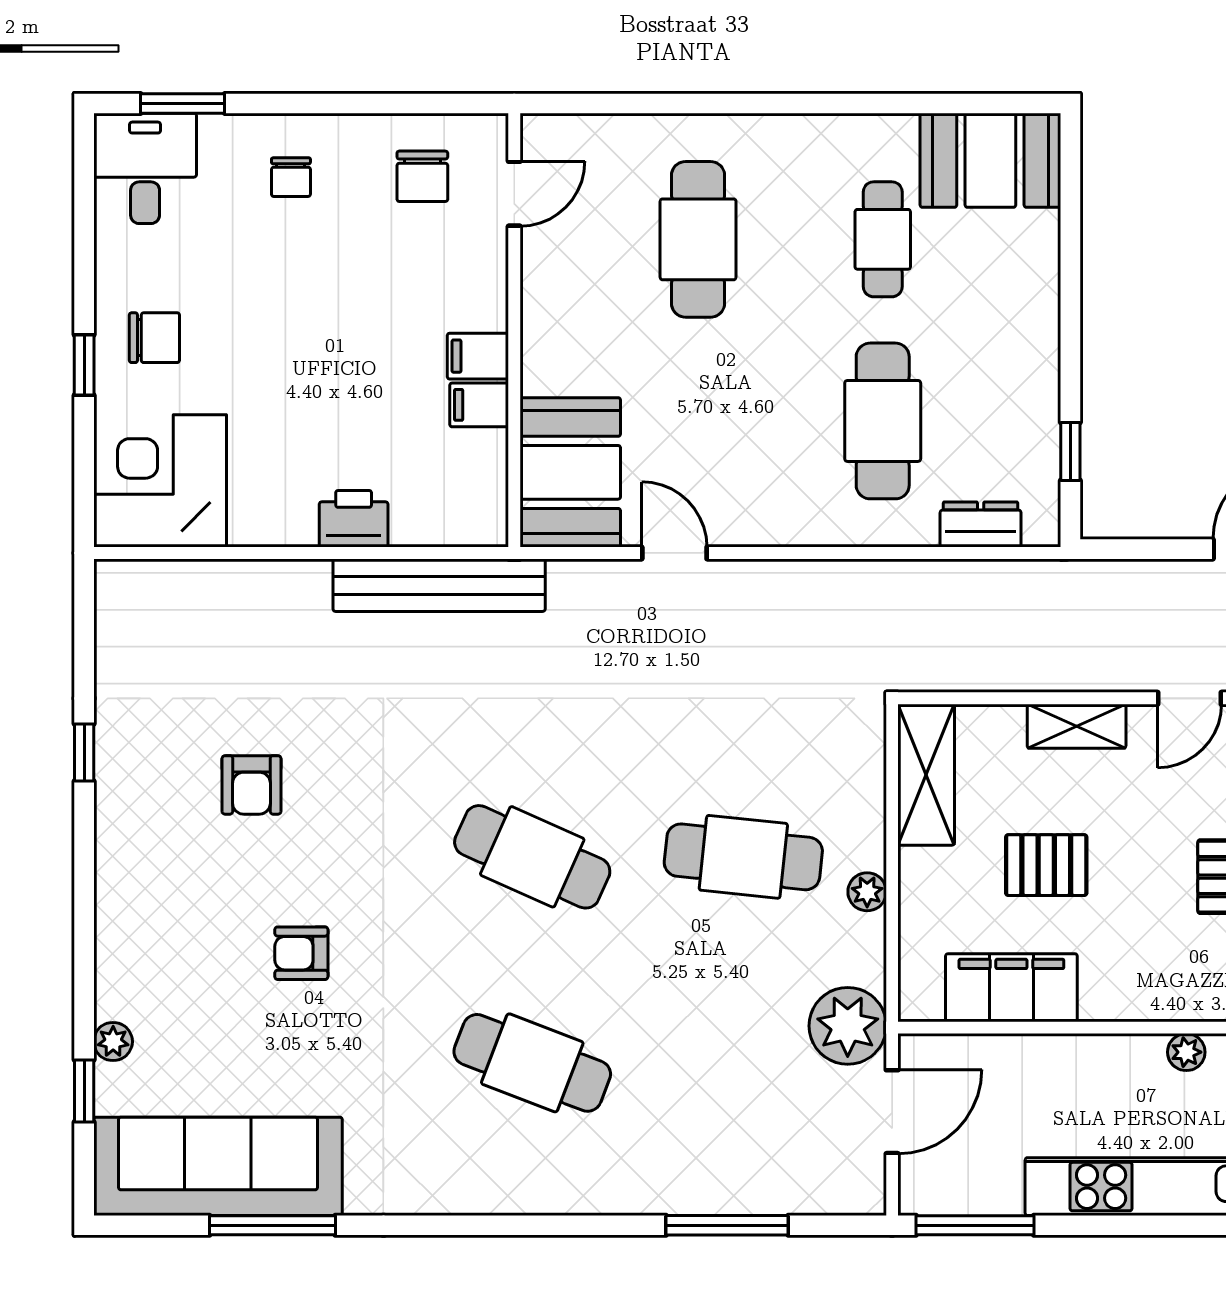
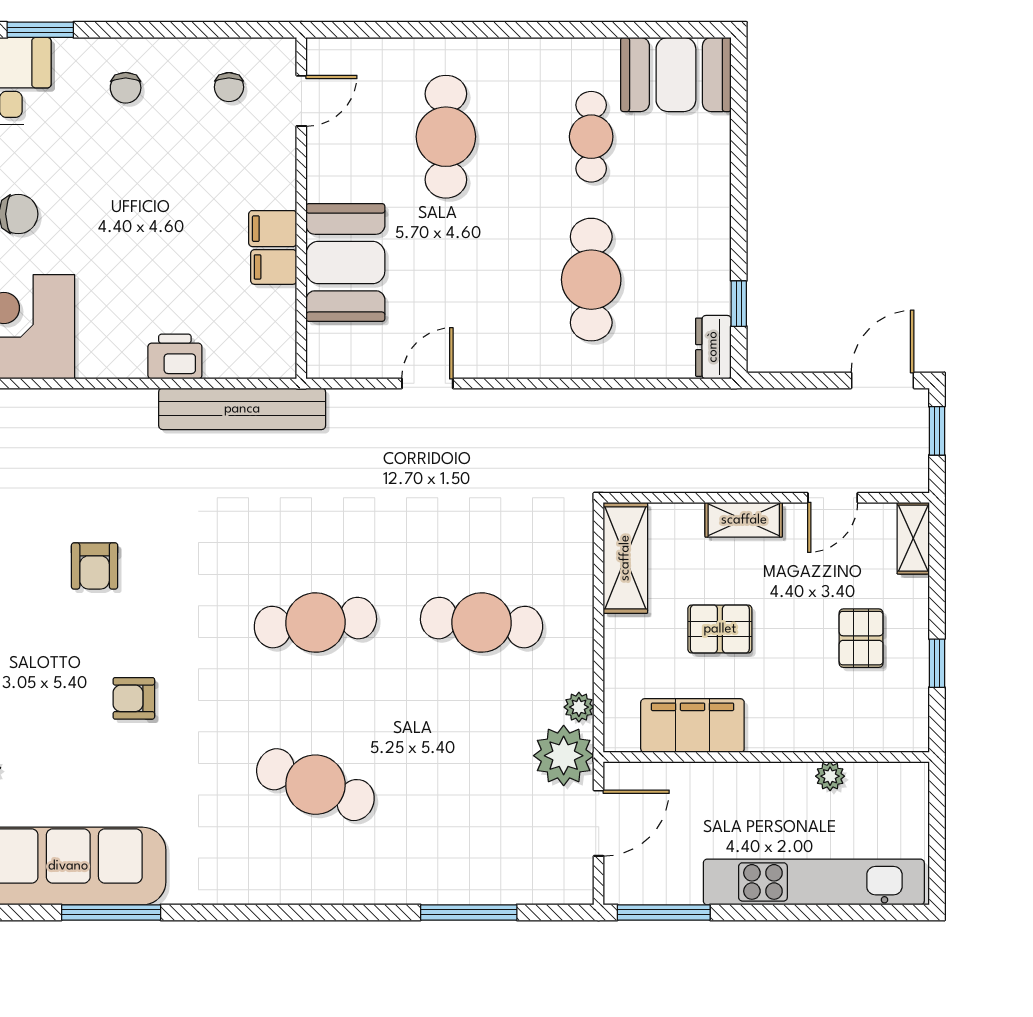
chair: (422, 176) -> (229, 87), width x0.73, depth x0.73
booth: (570, 472) -> (345, 263), moved
dresser: (981, 524) -> (713, 347), moved, turned -90
door: (674, 553) -> (427, 383), hinge flipped
cafe table: (532, 857) -> (315, 623), turned -30
plant: (867, 892) -> (579, 707), moved

